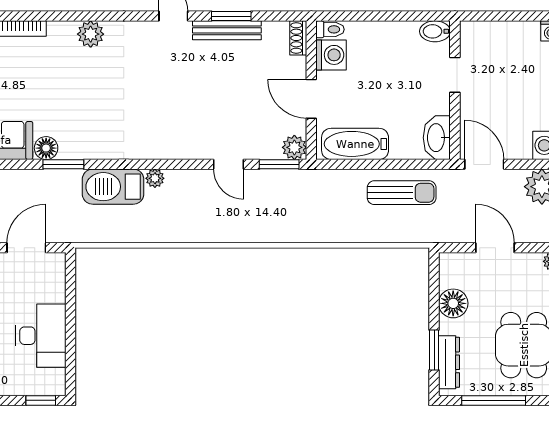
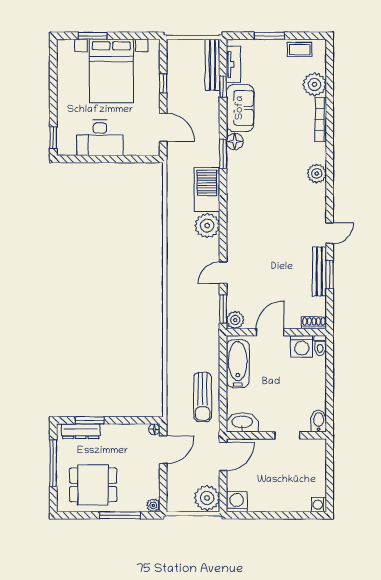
plant: (155, 178) -> (207, 226), width x1.88, depth x1.88
door: (495, 248) -> (163, 450), moved
floor lamp: (453, 303) -> (154, 429), moved, width x0.53, depth x0.53

